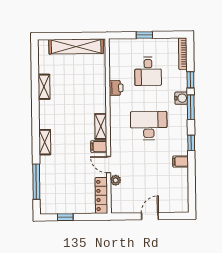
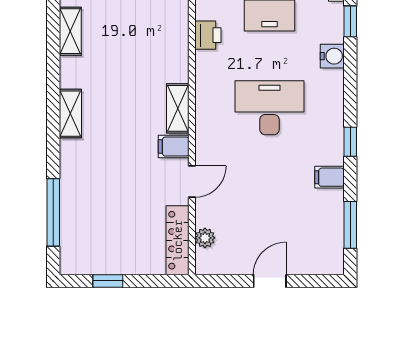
window: (191, 107) -> (350, 225), moved
shelving: (45, 142) -> (70, 114), moved
door: (109, 165) -> (192, 181), swing flipped
plant: (116, 180) -> (205, 238), moved

